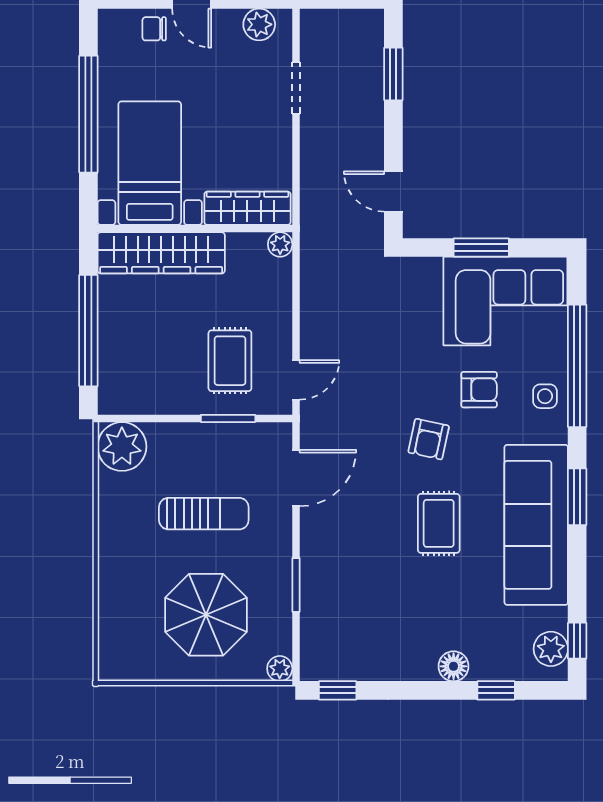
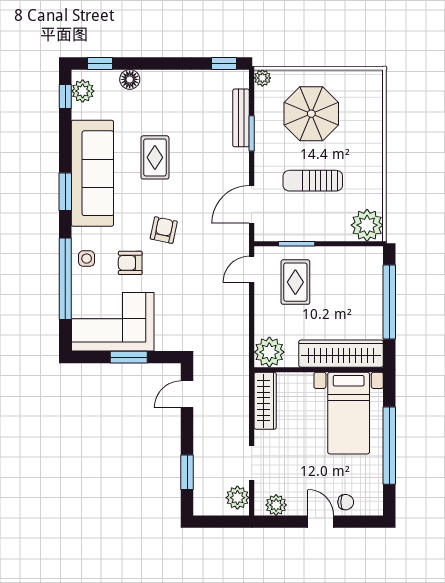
plant: (317, 36) -> (237, 498), added
door: (393, 191) -> (187, 394), swing flipped
wardrobe: (247, 208) -> (265, 401), moved, turned -90
plant: (280, 244) -> (269, 352), width x1.87, depth x1.87
rug: (439, 523) -> (155, 157), moved
bench: (312, 608) -> (241, 118), added
floor lamp: (454, 666) -> (130, 79), moved
window: (496, 690) -> (100, 63), moved

